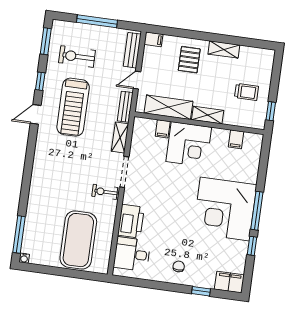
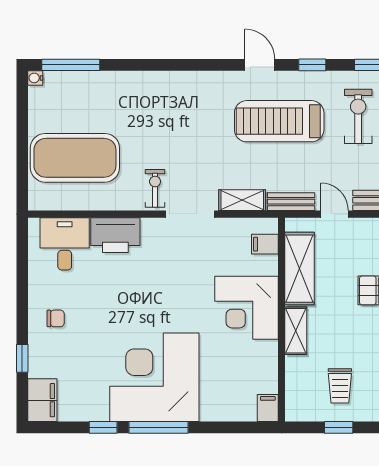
window: (271, 111) -> (339, 427), moved
filing cabinet: (163, 129) -> (265, 244), moved
filing cabinet: (236, 139) -> (268, 408), moved, turned 90

